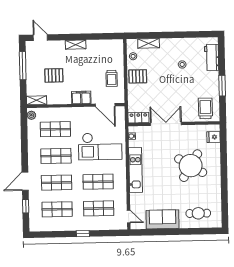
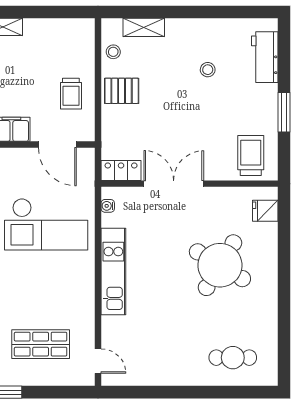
shop shelf: (98, 182) -> (41, 293), removed
sofa: (163, 219) -> (163, 368), removed

